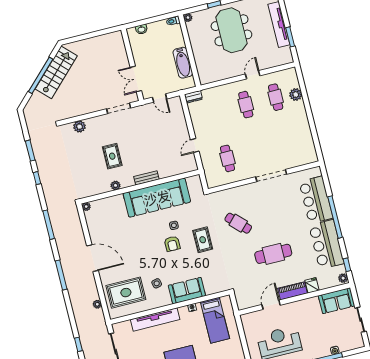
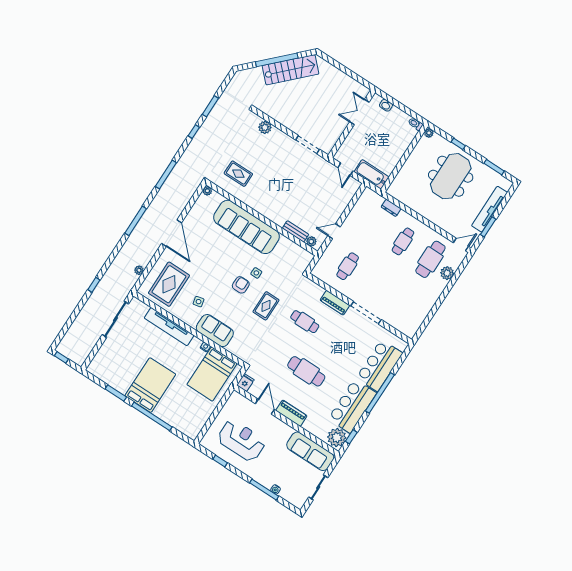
bathtub: (183, 63) -> (372, 174), moved, turned 90
door: (253, 75) -> (461, 245), moved
double door: (136, 79) -> (359, 112), moved
dresser: (193, 97) -> (391, 208), moved
cafe table: (276, 97) -> (430, 259), width x1.37, depth x1.35
rug: (112, 156) -> (238, 174), moved, turned 90
bench: (146, 178) -> (296, 231), moved
plant: (116, 185) -> (311, 241), moved
piano: (244, 190) -> (335, 303), added
sofa: (157, 198) -> (246, 227), moved
cafe table: (238, 223) -> (305, 322), turned -45
armchair: (172, 244) -> (241, 285), turned 180
plant: (343, 278) -> (337, 437), width x1.88, depth x1.88
fridge: (312, 285) -> (245, 383), moved
rug: (126, 293) -> (169, 284), turned 90
sofa: (337, 301) -> (310, 451), width x1.36
door: (271, 305) -> (265, 407), hinge flipped
bed: (215, 320) -> (212, 374), width x1.50

